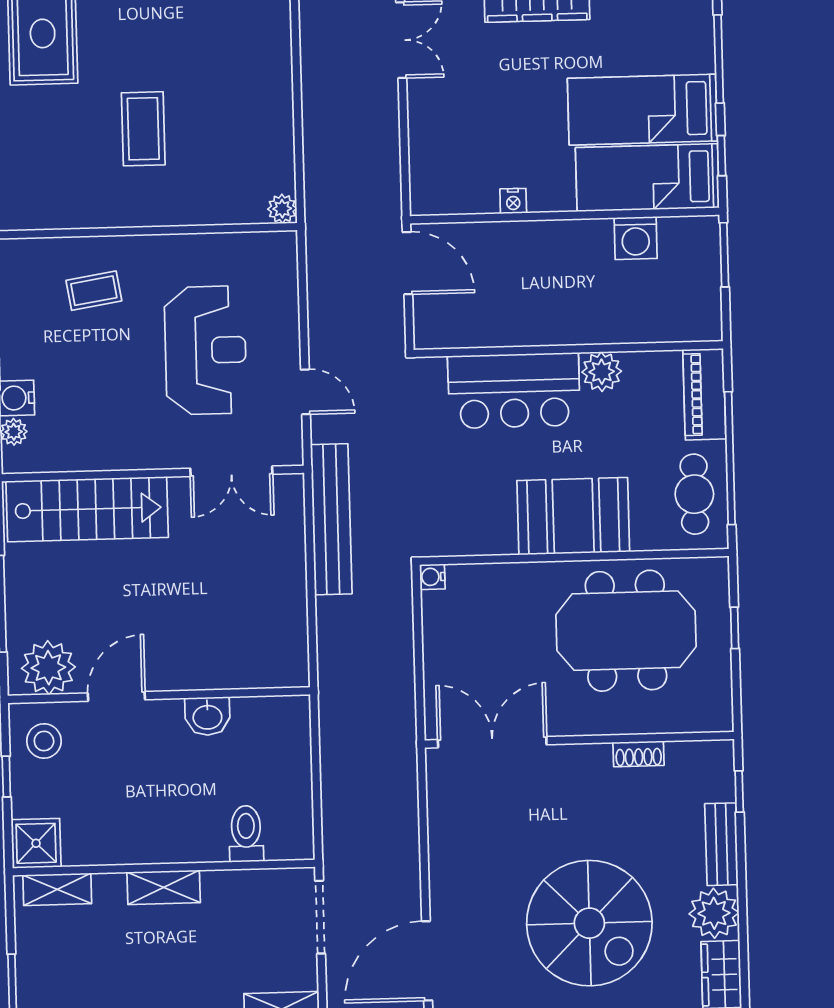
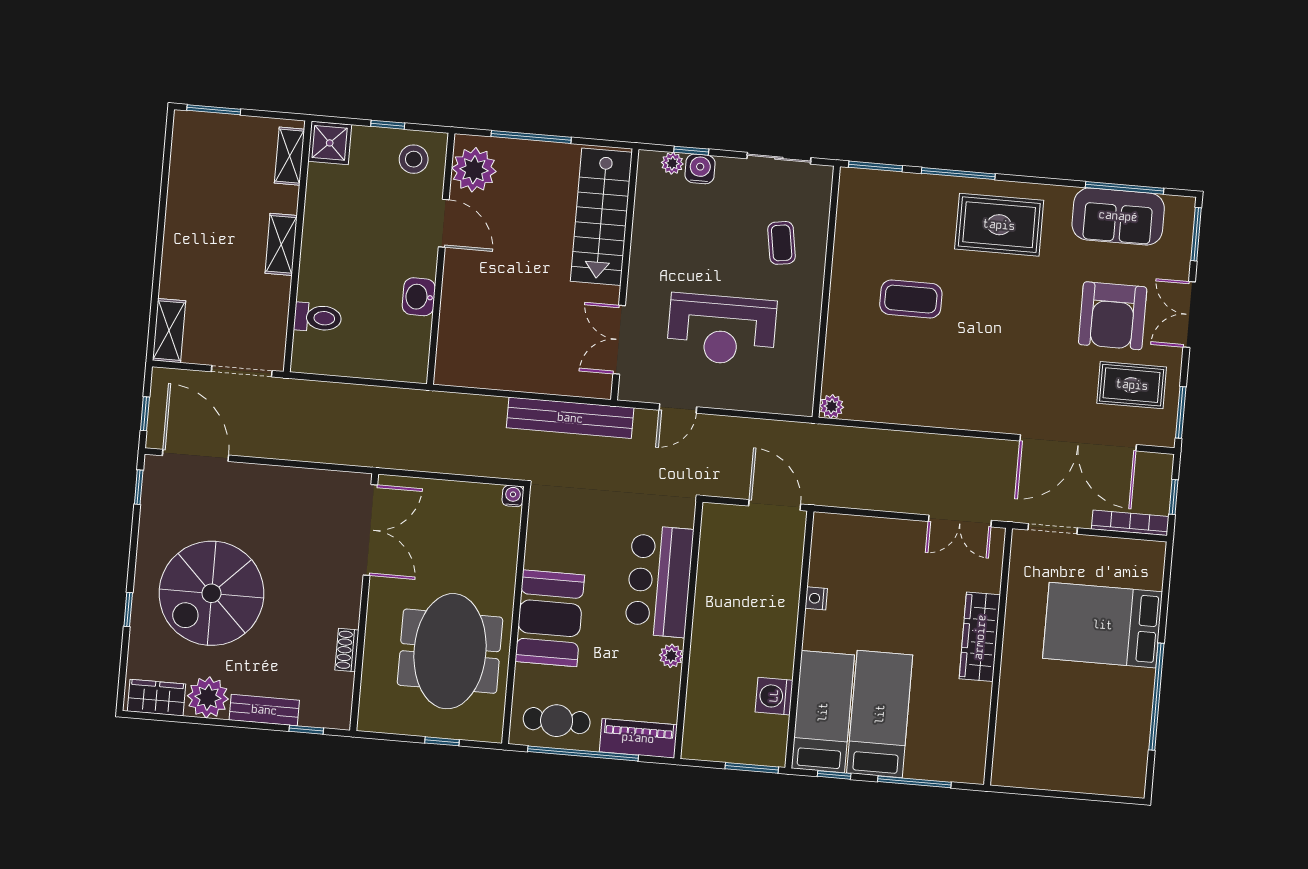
door: (408, 263) -> (775, 505), swing flipped
plant: (602, 372) -> (671, 656), width x0.73, depth x0.73

